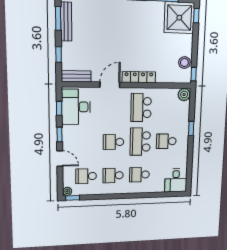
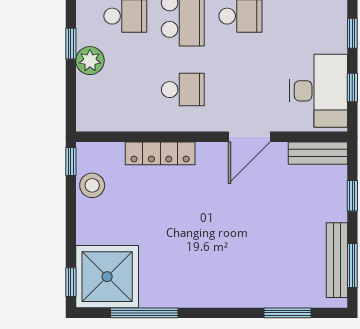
locker: (139, 77) -> (160, 153), moved
plant: (184, 95) -> (90, 61), moved
school desk: (141, 108) -> (183, 90), width x0.54

